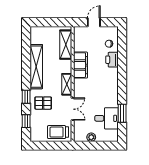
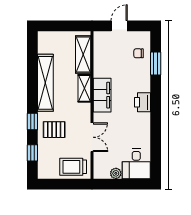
printer: (112, 60) -> (142, 102), moved
filing cabinet: (81, 65) -> (102, 95), moved
shelving: (67, 84) -> (84, 88), moved
window: (122, 113) -> (156, 64), moved
desk: (106, 118) -> (136, 164), moved, turned 90

